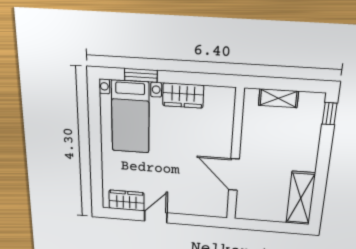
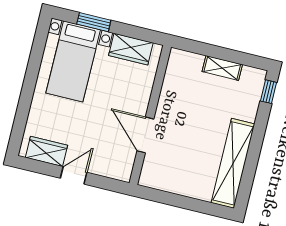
wall: (235, 156) -> (150, 115), moved
door: (234, 175) -> (145, 135), moved
shelving: (301, 198) -> (233, 163), width x1.47

